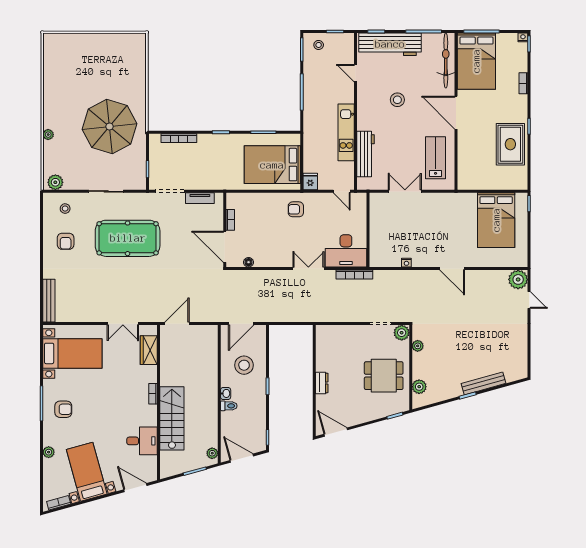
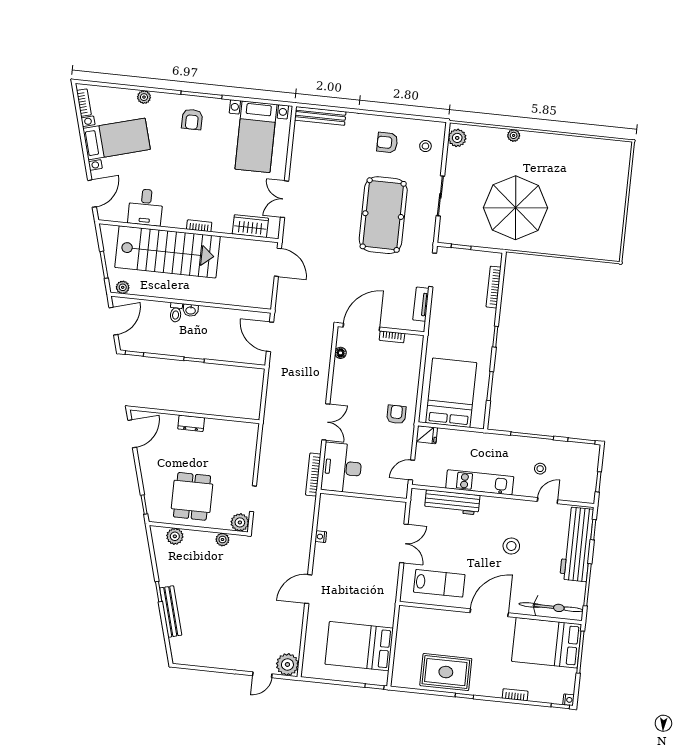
stool: (319, 45) -> (540, 469), moved
stool: (244, 365) -> (221, 335), removed
stairs: (172, 418) -> (167, 252), width x1.36, depth x1.51

